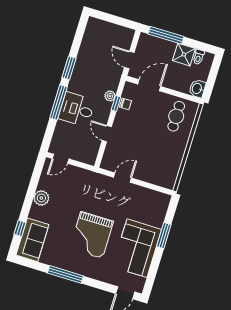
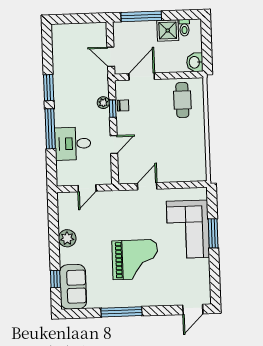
desk: (77, 109) -> (73, 144), moved
door: (107, 134) -> (114, 144), swing flipped
door: (61, 159) -> (87, 188), moved
grand piano: (92, 235) -> (135, 260), turned -90
corner sofa: (137, 248) -> (188, 229), moved

